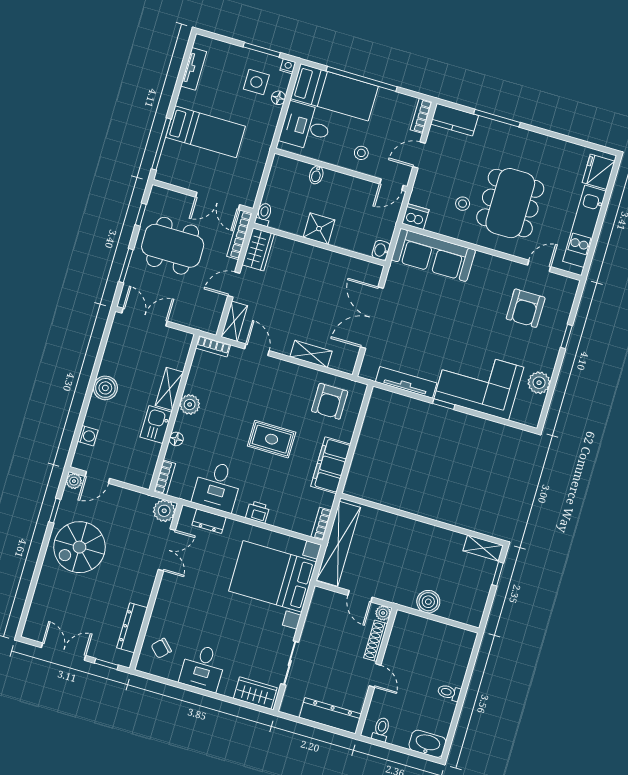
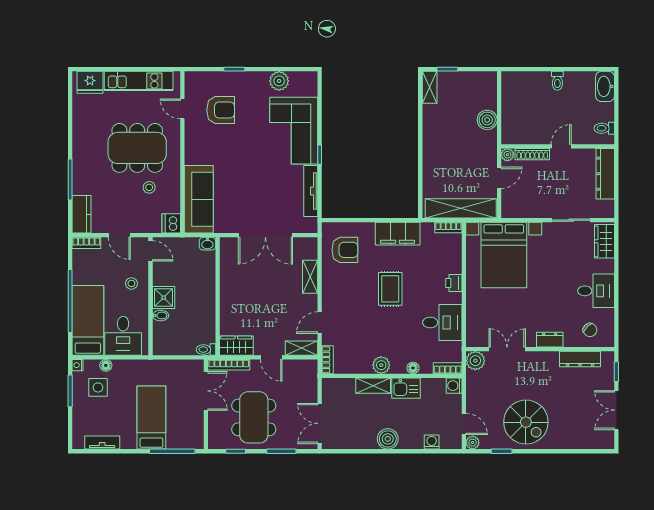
shower: (319, 229) -> (164, 298), moved
washing machine: (143, 479) -> (454, 386), added
dresser: (209, 521) -> (550, 340), moved, turned -90

